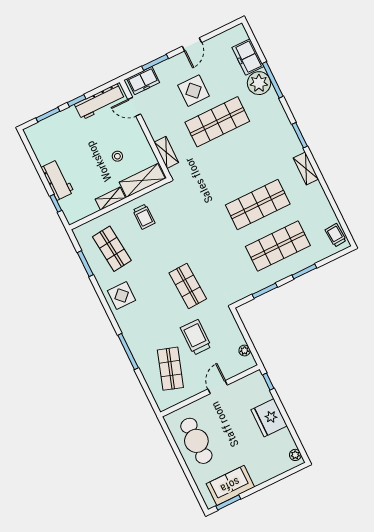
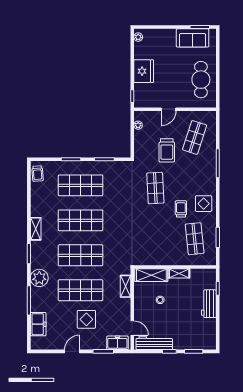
plant: (259, 83) -> (39, 278), moved
shop shelf: (237, 163) -> (81, 255), added
trolley: (144, 217) -> (181, 209), moved

